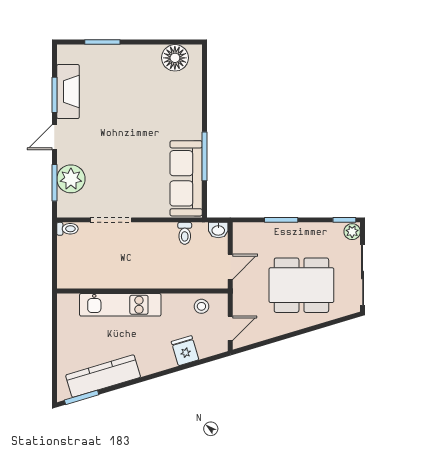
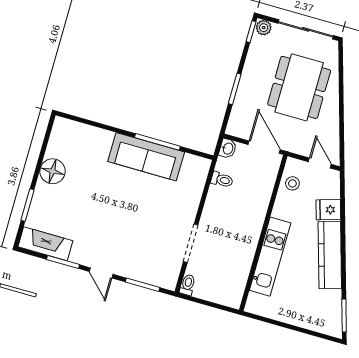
floor lamp: (175, 58) -> (53, 171), moved
fireplace: (68, 92) -> (45, 244), moved
sofa: (186, 178) -> (146, 157), moved
plant: (71, 179) -> (143, 269), removed
door: (230, 267) -> (264, 147), width x1.38
kitchen counter: (103, 376) -> (330, 255), moved

